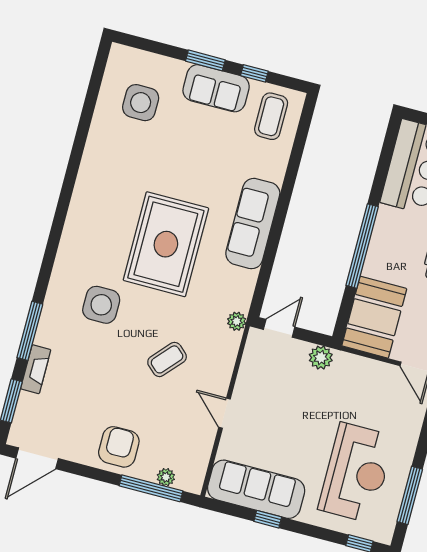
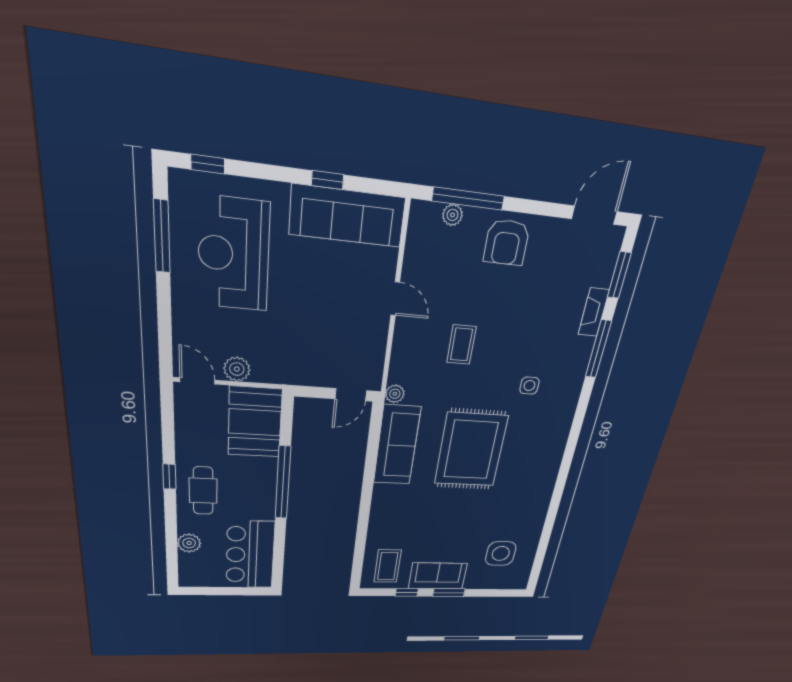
sofa: (253, 224) -> (397, 445), moved
side table: (101, 305) -> (529, 386), width x0.54, depth x0.54
plant: (321, 358) -> (237, 369), moved
coffee table: (167, 359) -> (461, 345), turned -42

